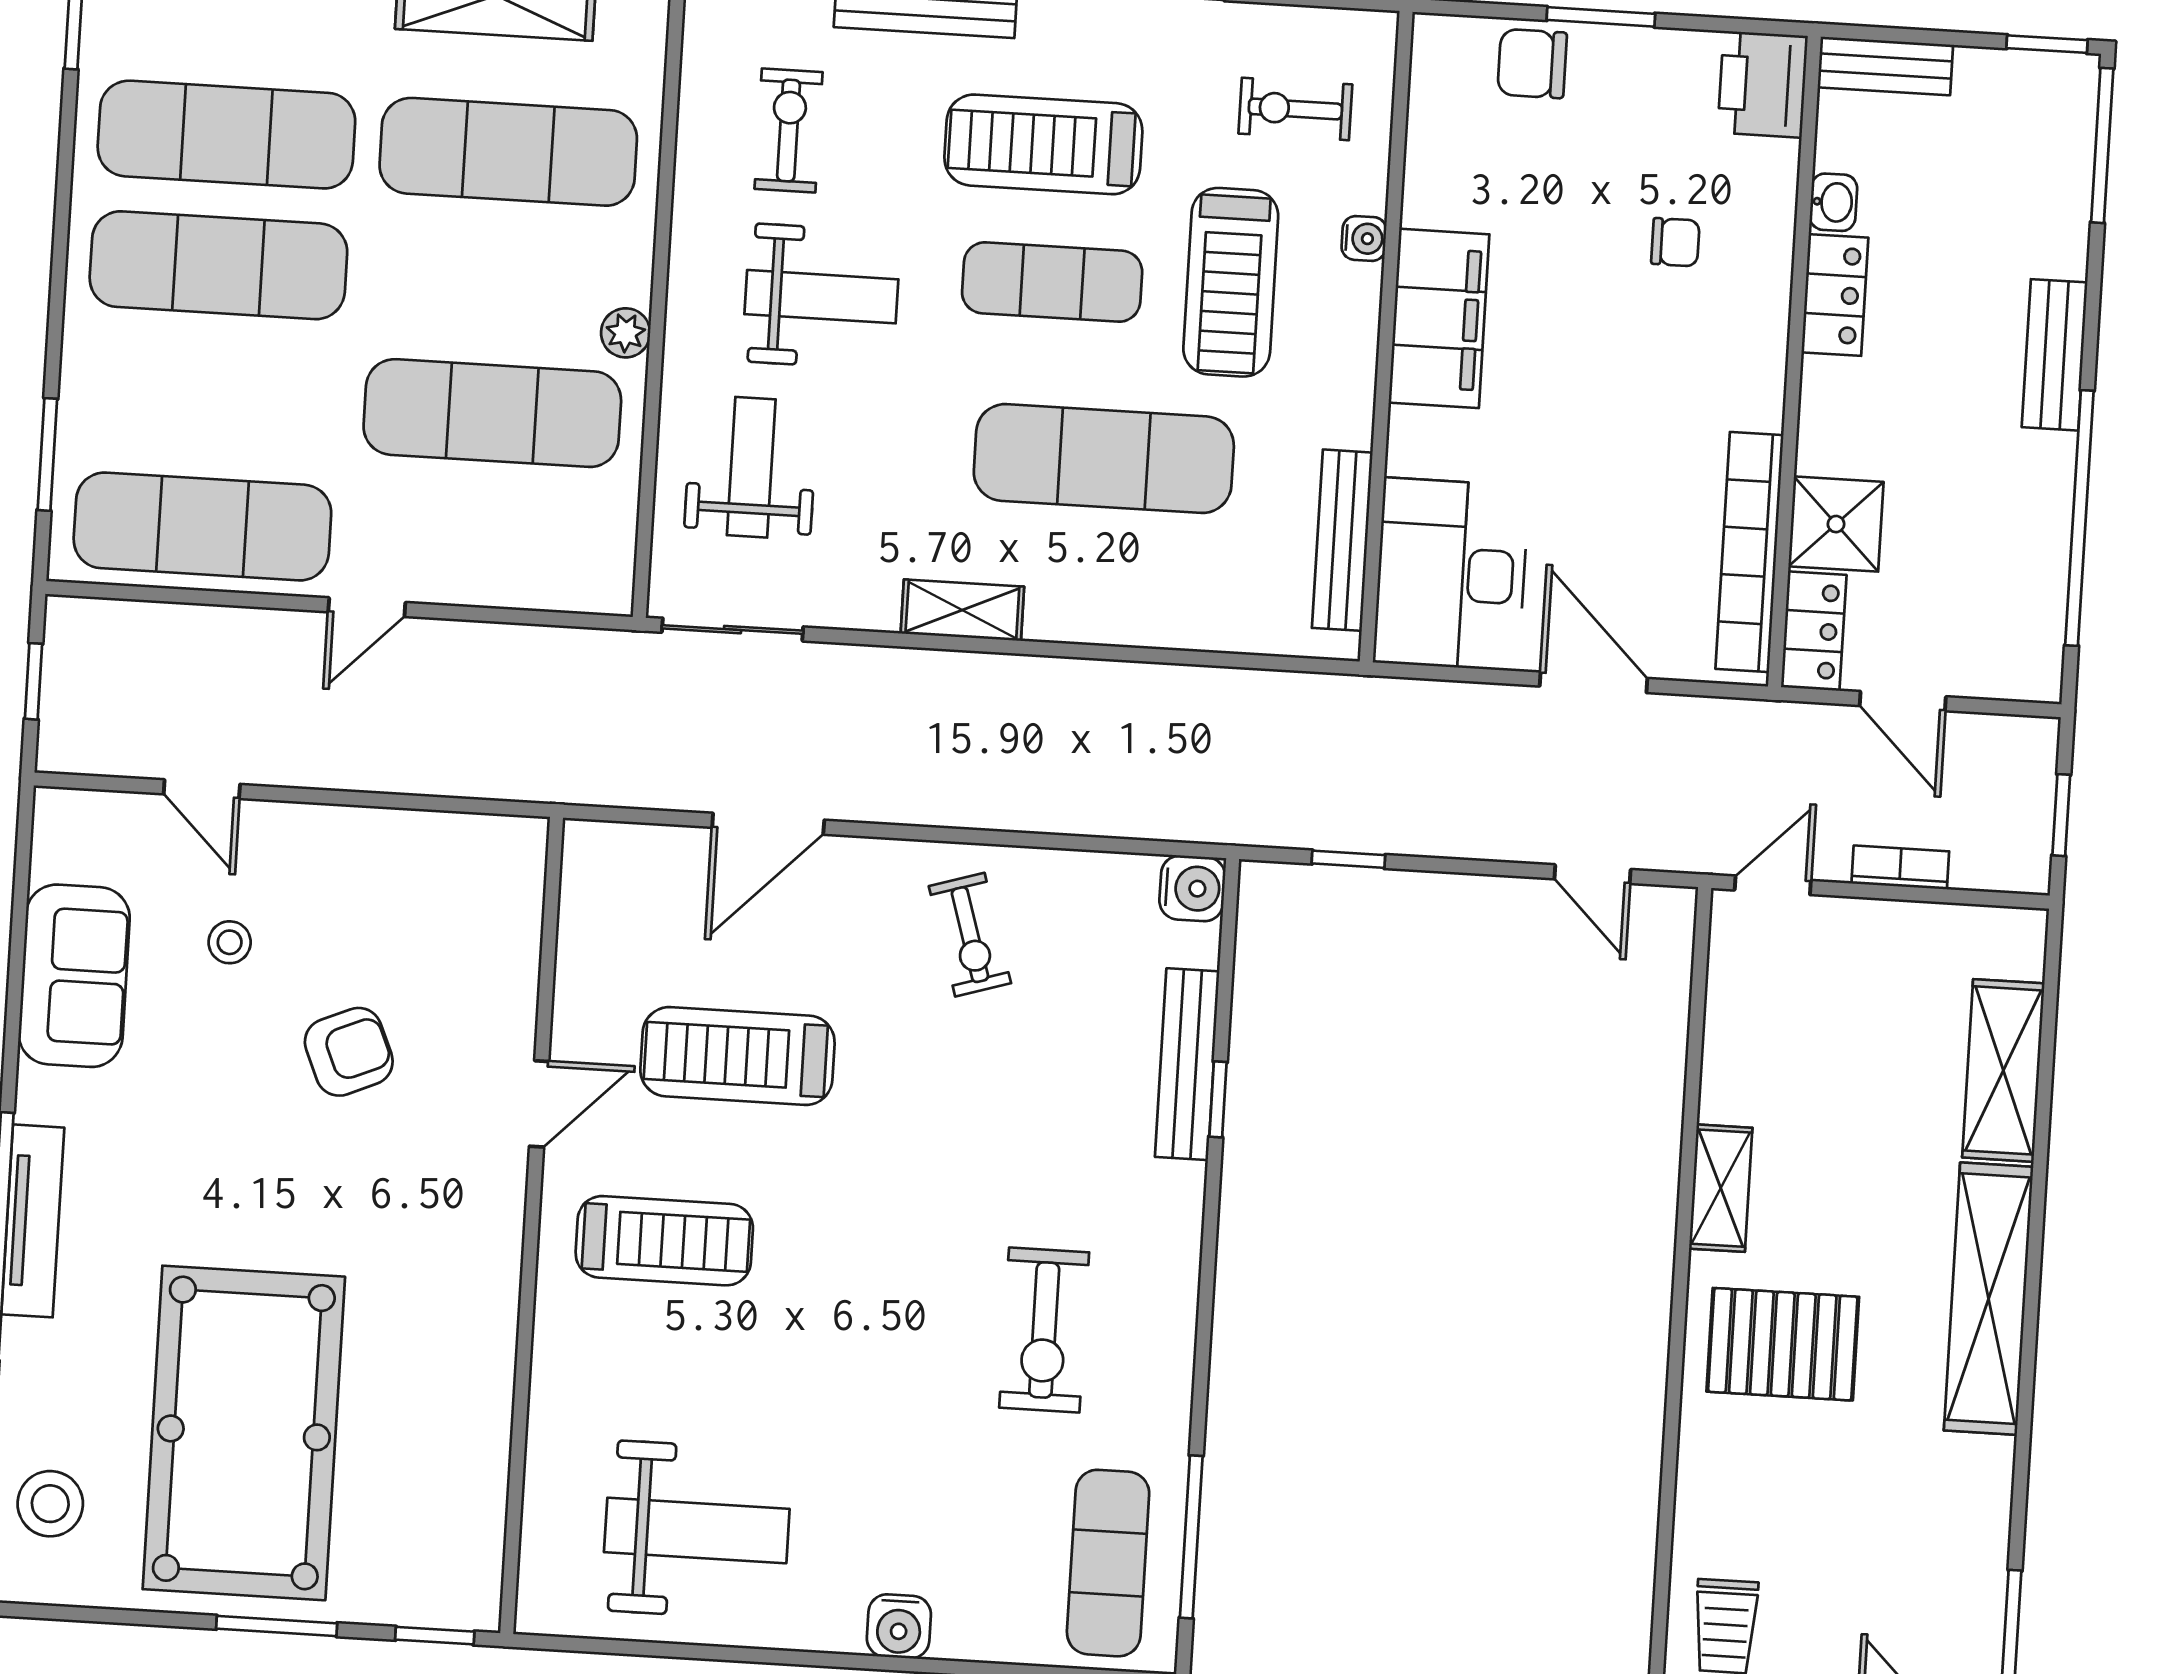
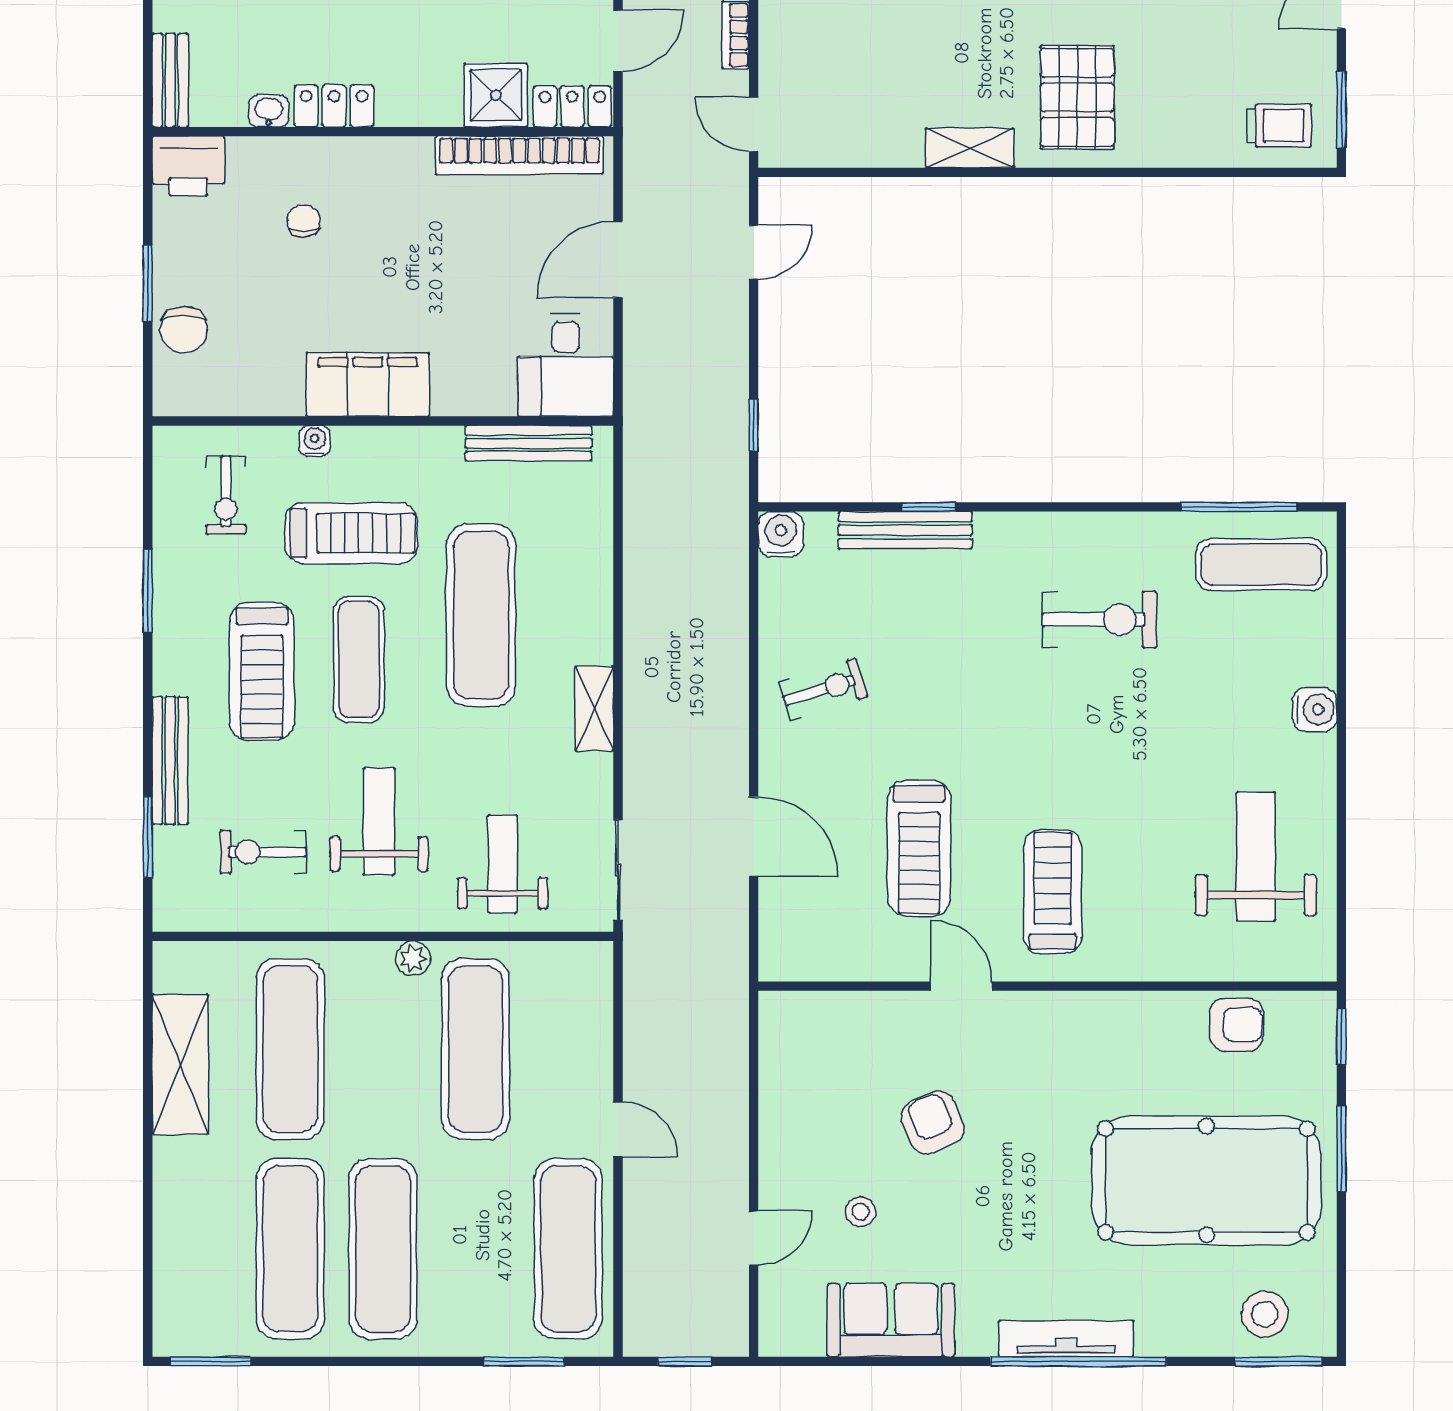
weight bench: (751, 467) -> (503, 864), turned 90
desk: (1451, 574) -> (566, 365), width x0.73
armchair: (461, 1489) -> (1236, 1025), added

